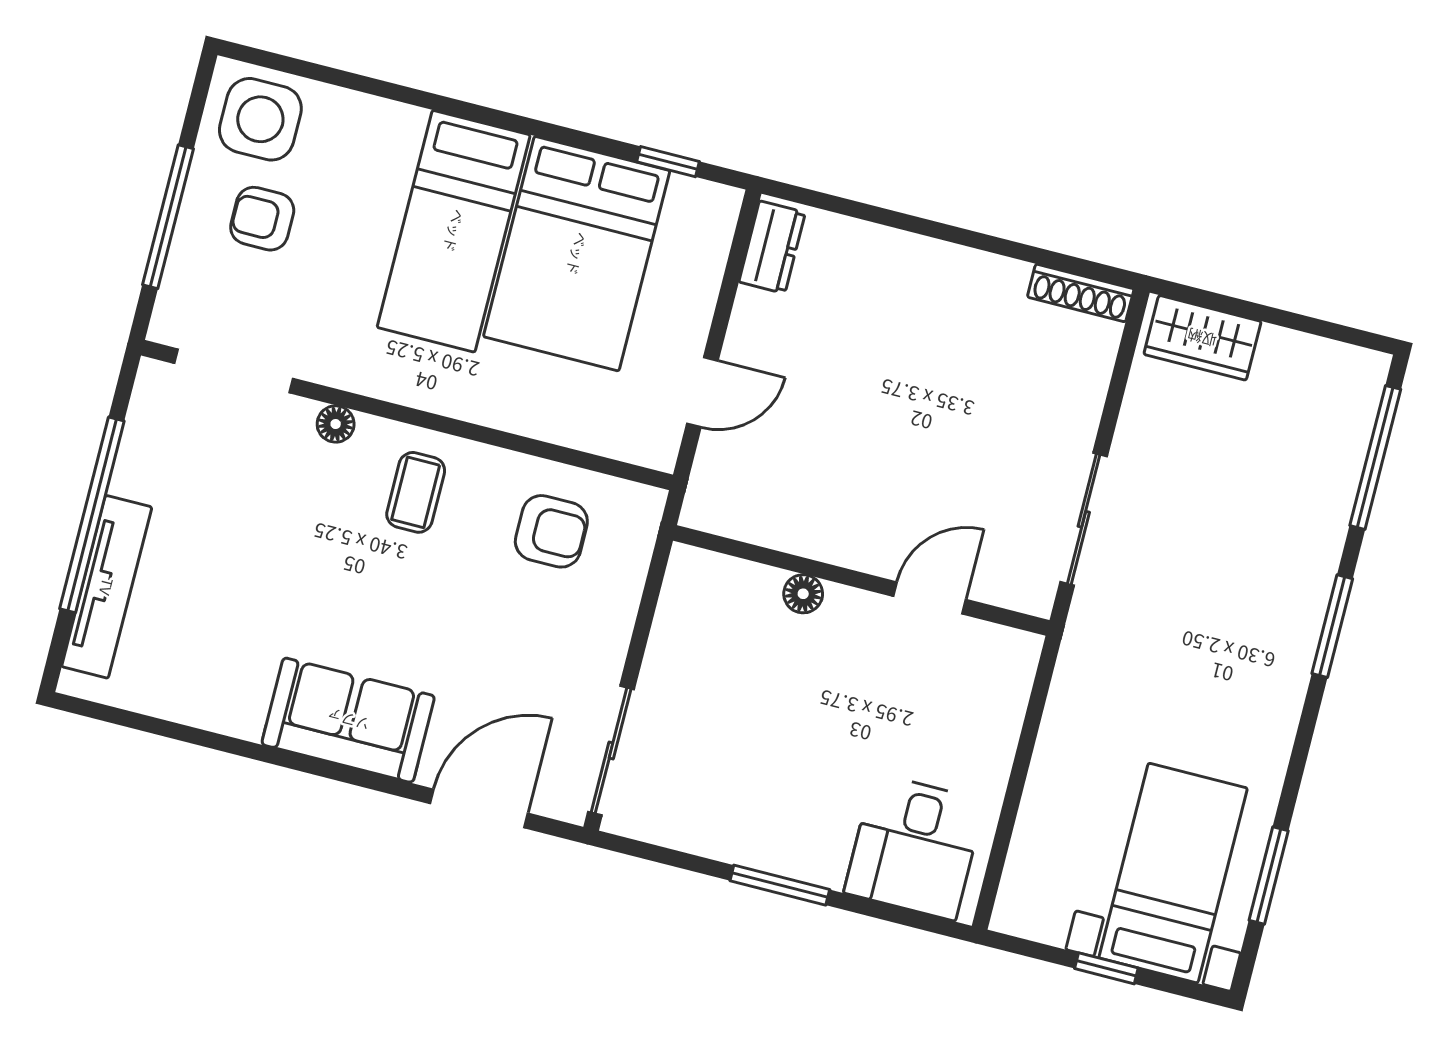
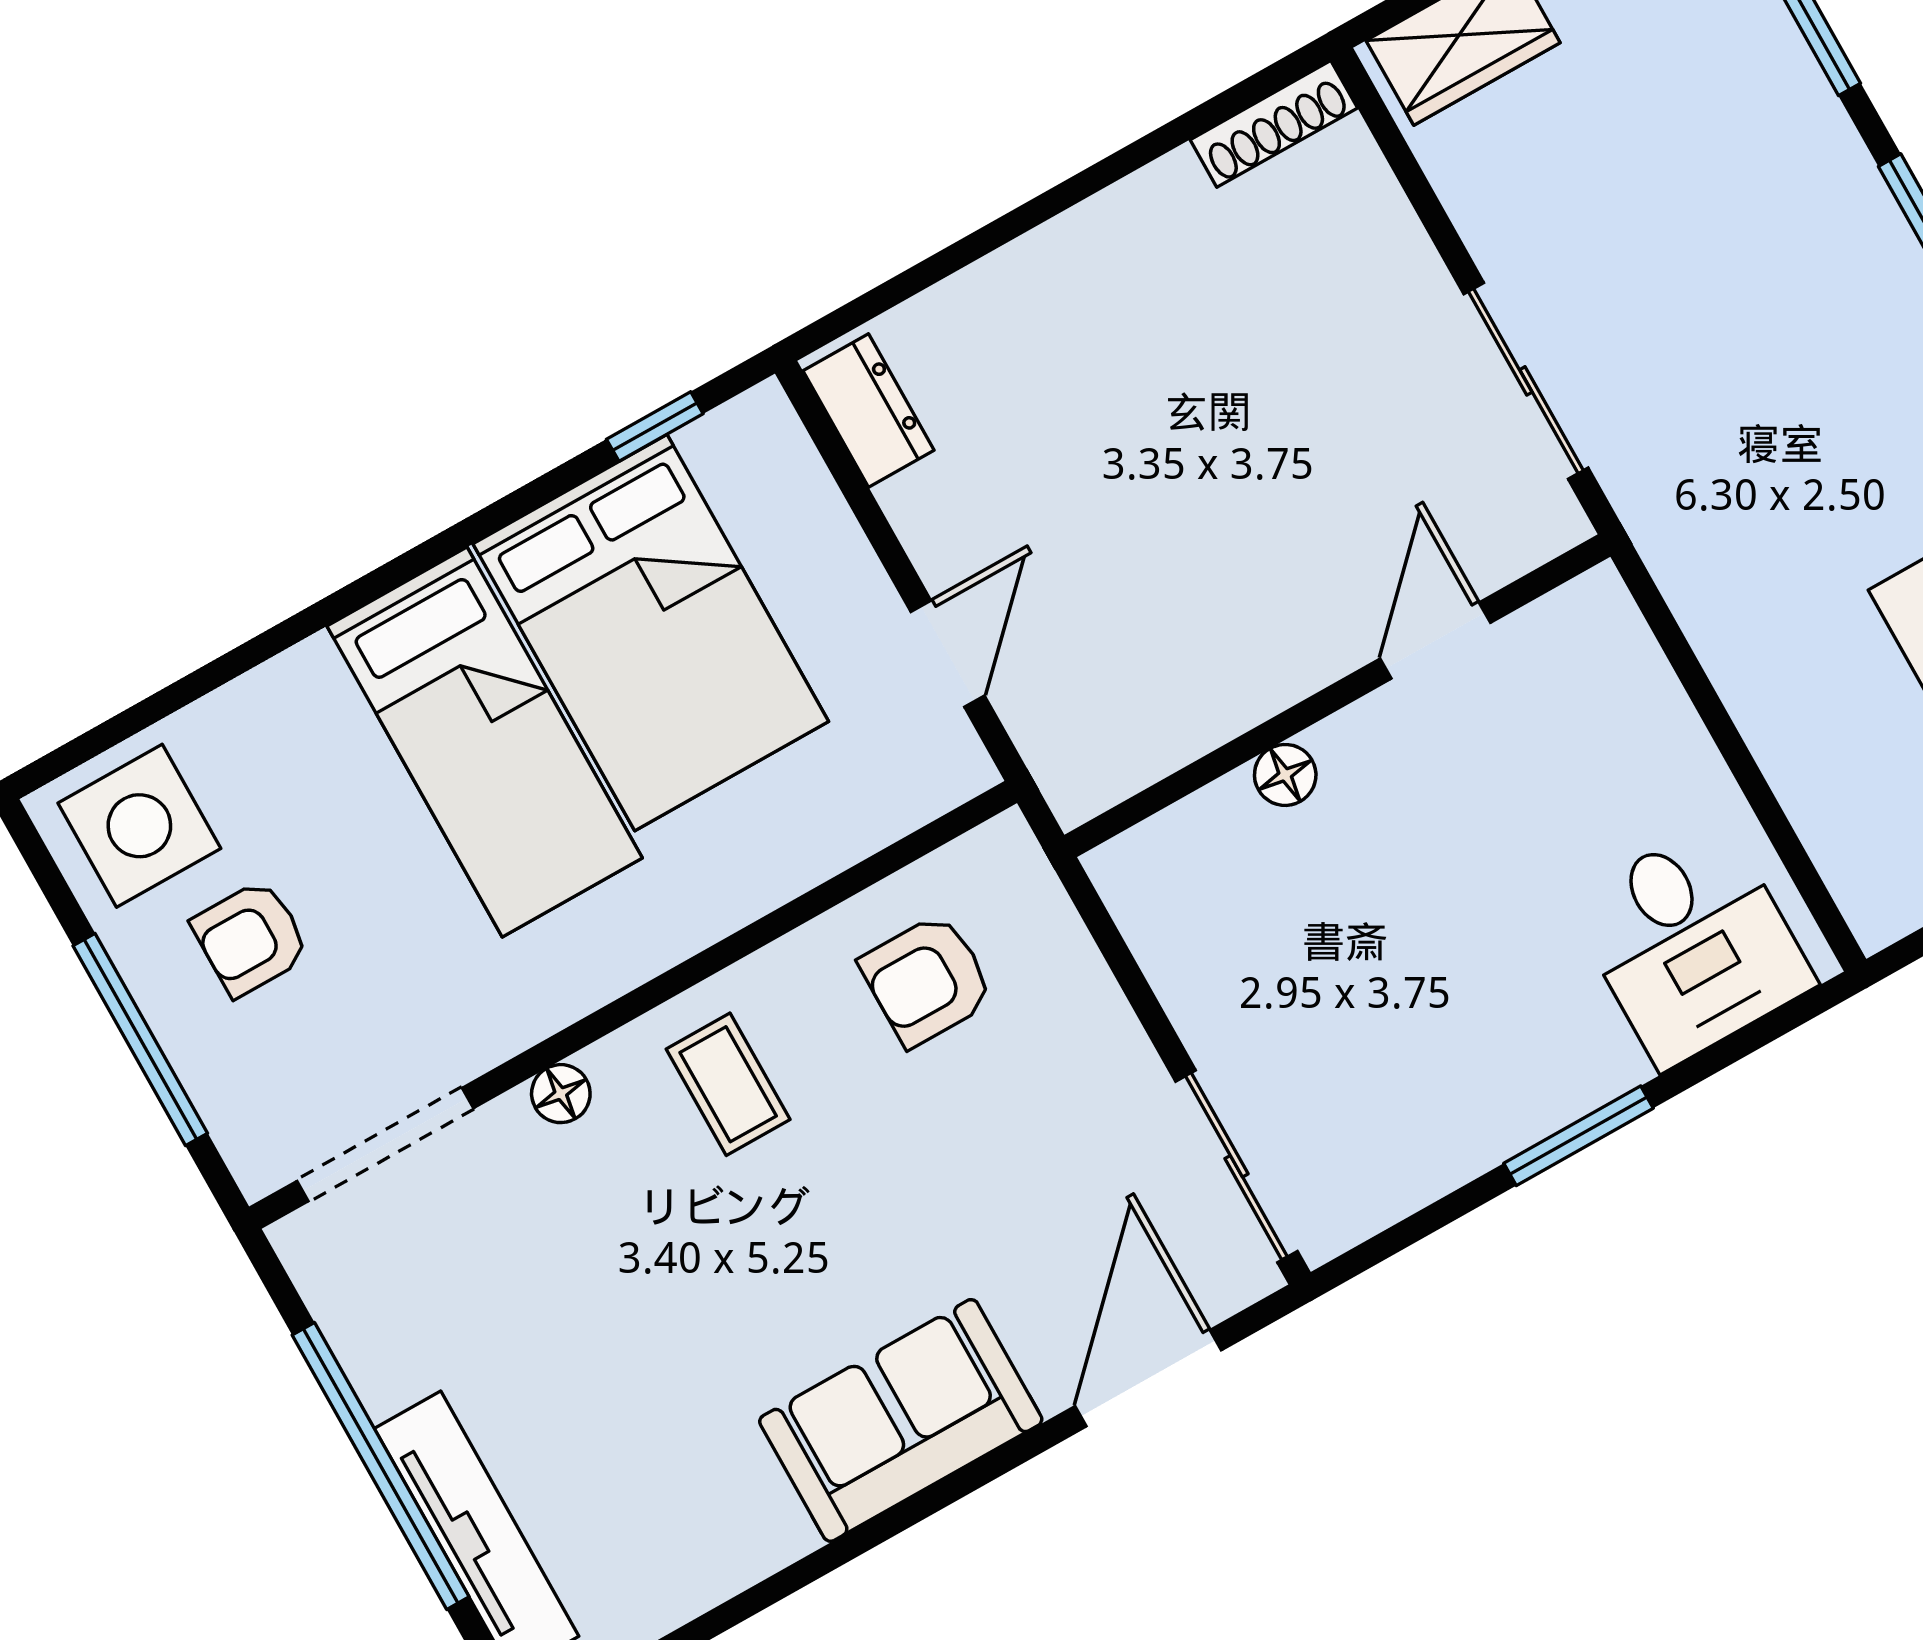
armchair: (551, 531) -> (927, 980), turned 180

